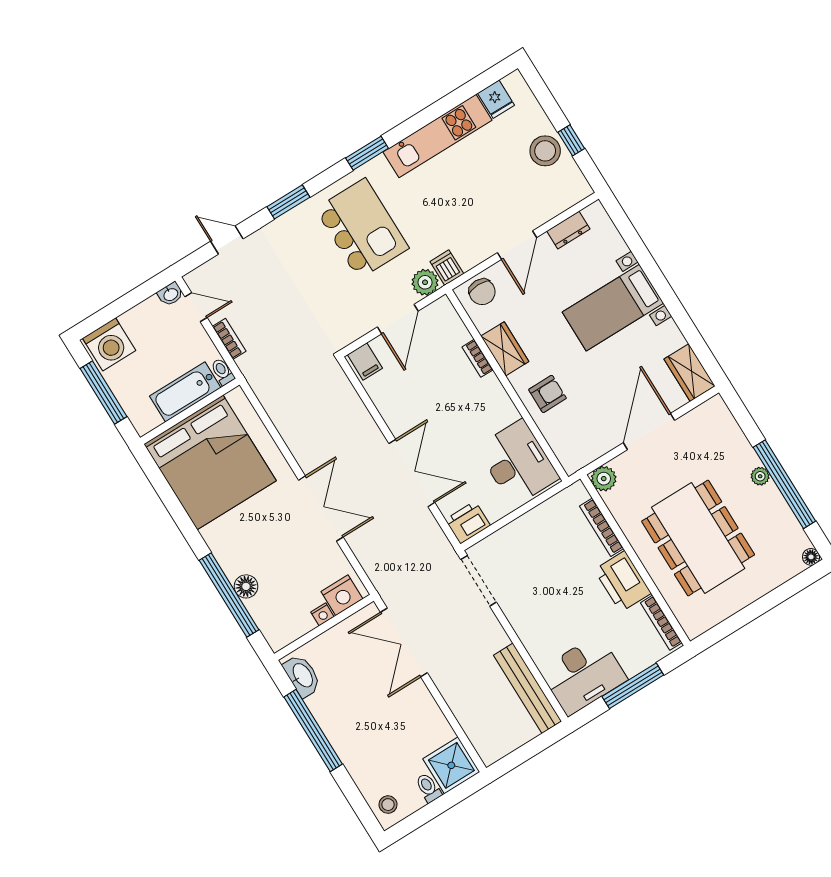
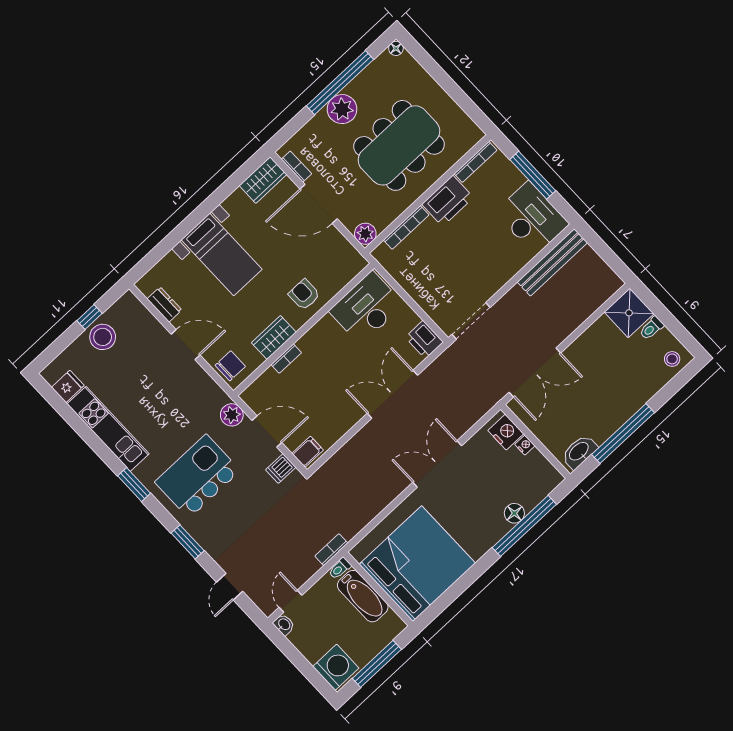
dishwasher: (447, 268) -> (281, 468), moved
bookcase: (229, 339) -> (331, 550), moved
bookcase: (697, 414) -> (296, 167), added
plant: (760, 476) -> (342, 109), width x1.88, depth x1.88

